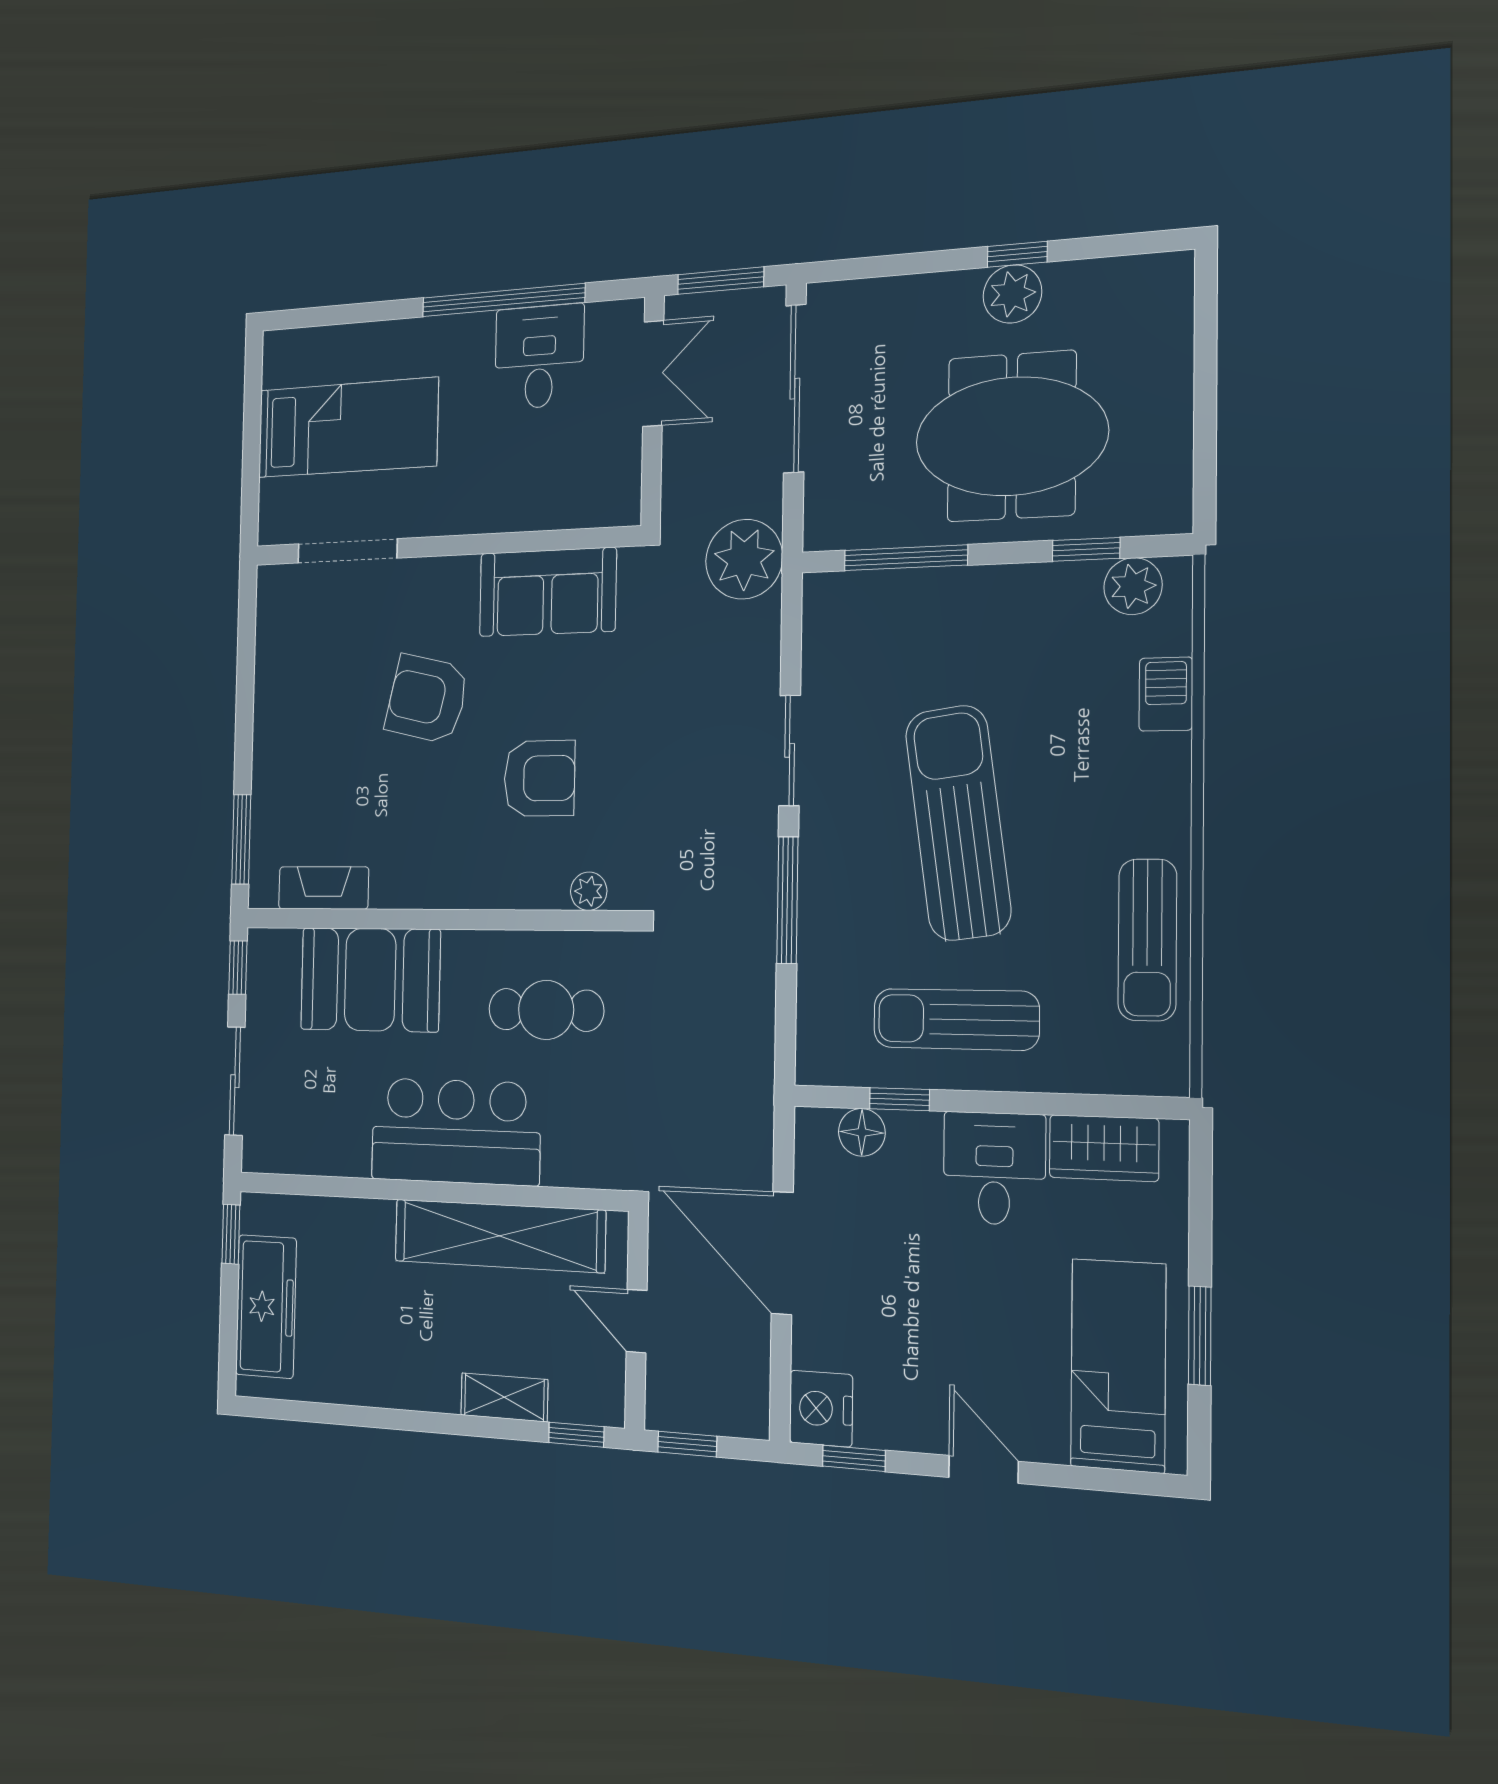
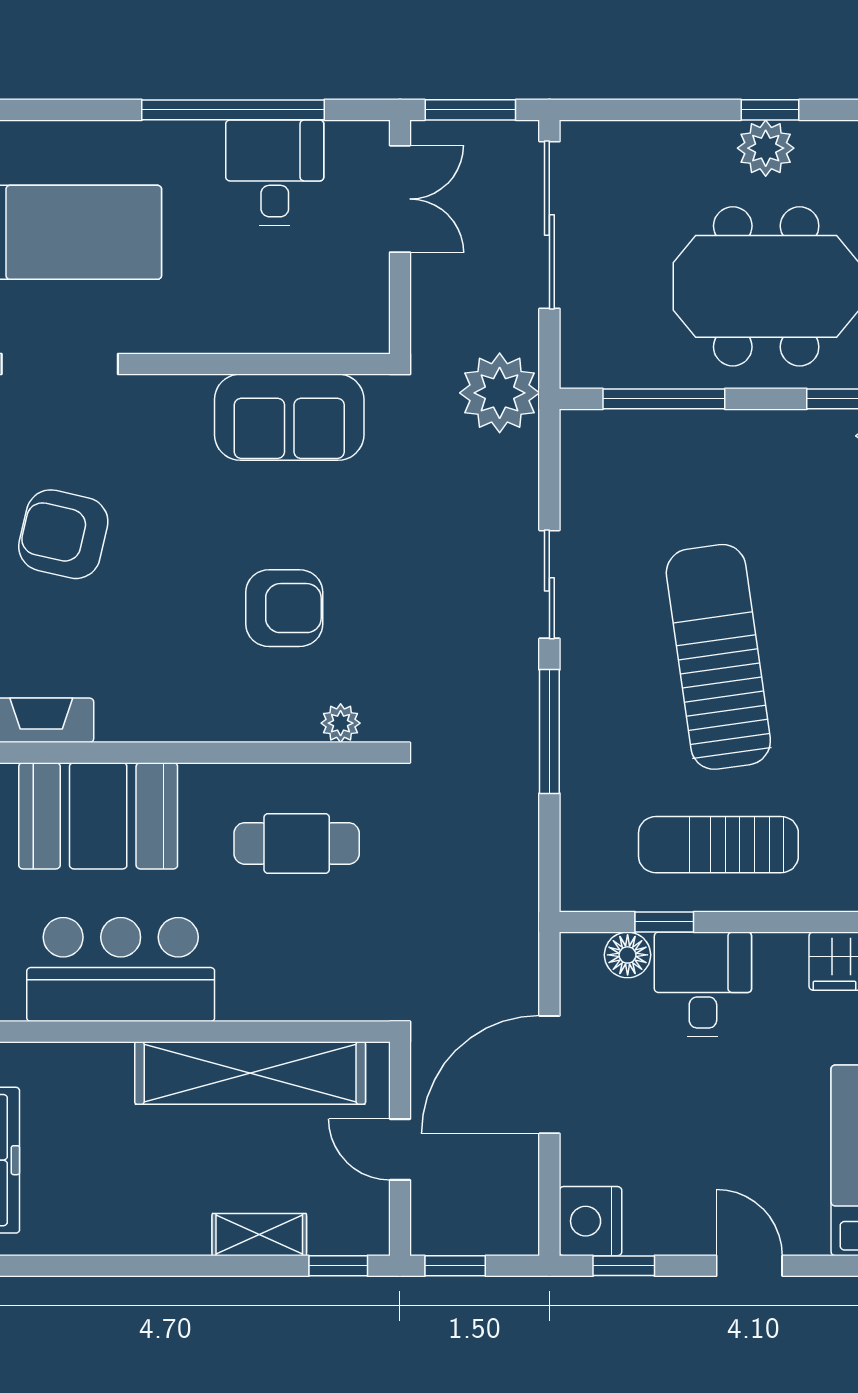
armchair: (427, 699) -> (63, 534), moved
bar counter: (456, 1131) -> (121, 970), moved
desk: (994, 1168) -> (703, 984), moved
door: (782, 1253) -> (549, 1075), hinge flipped

